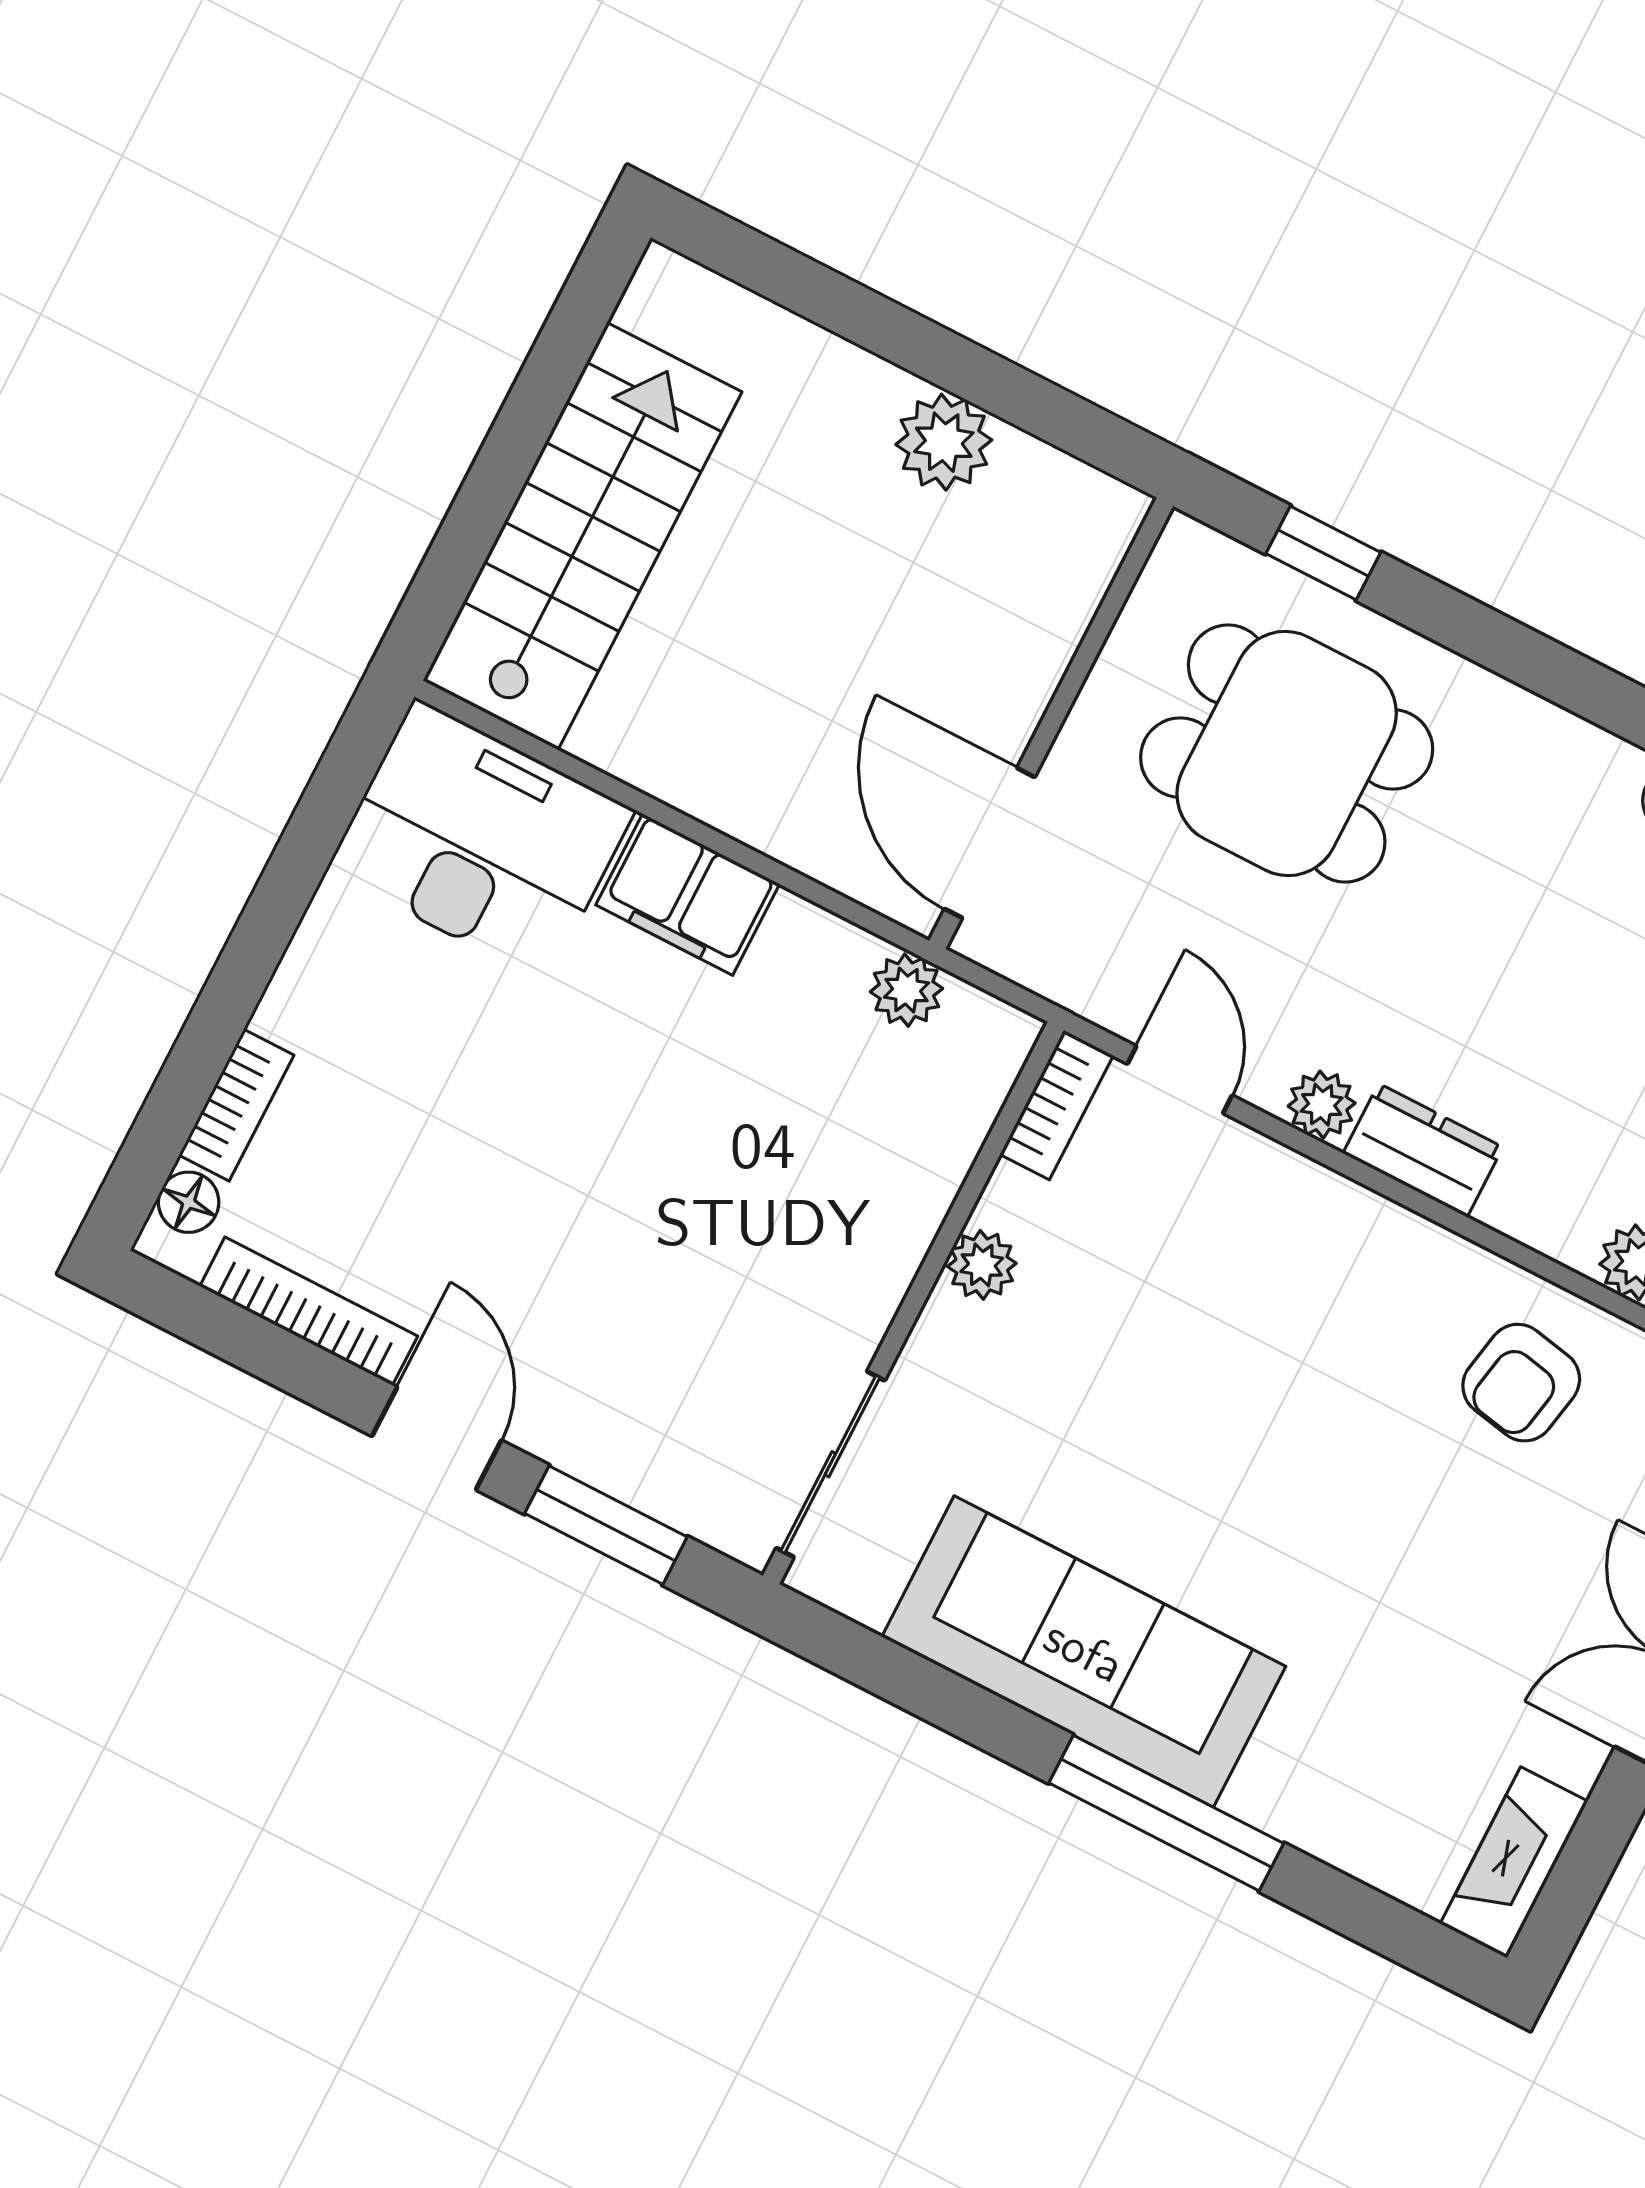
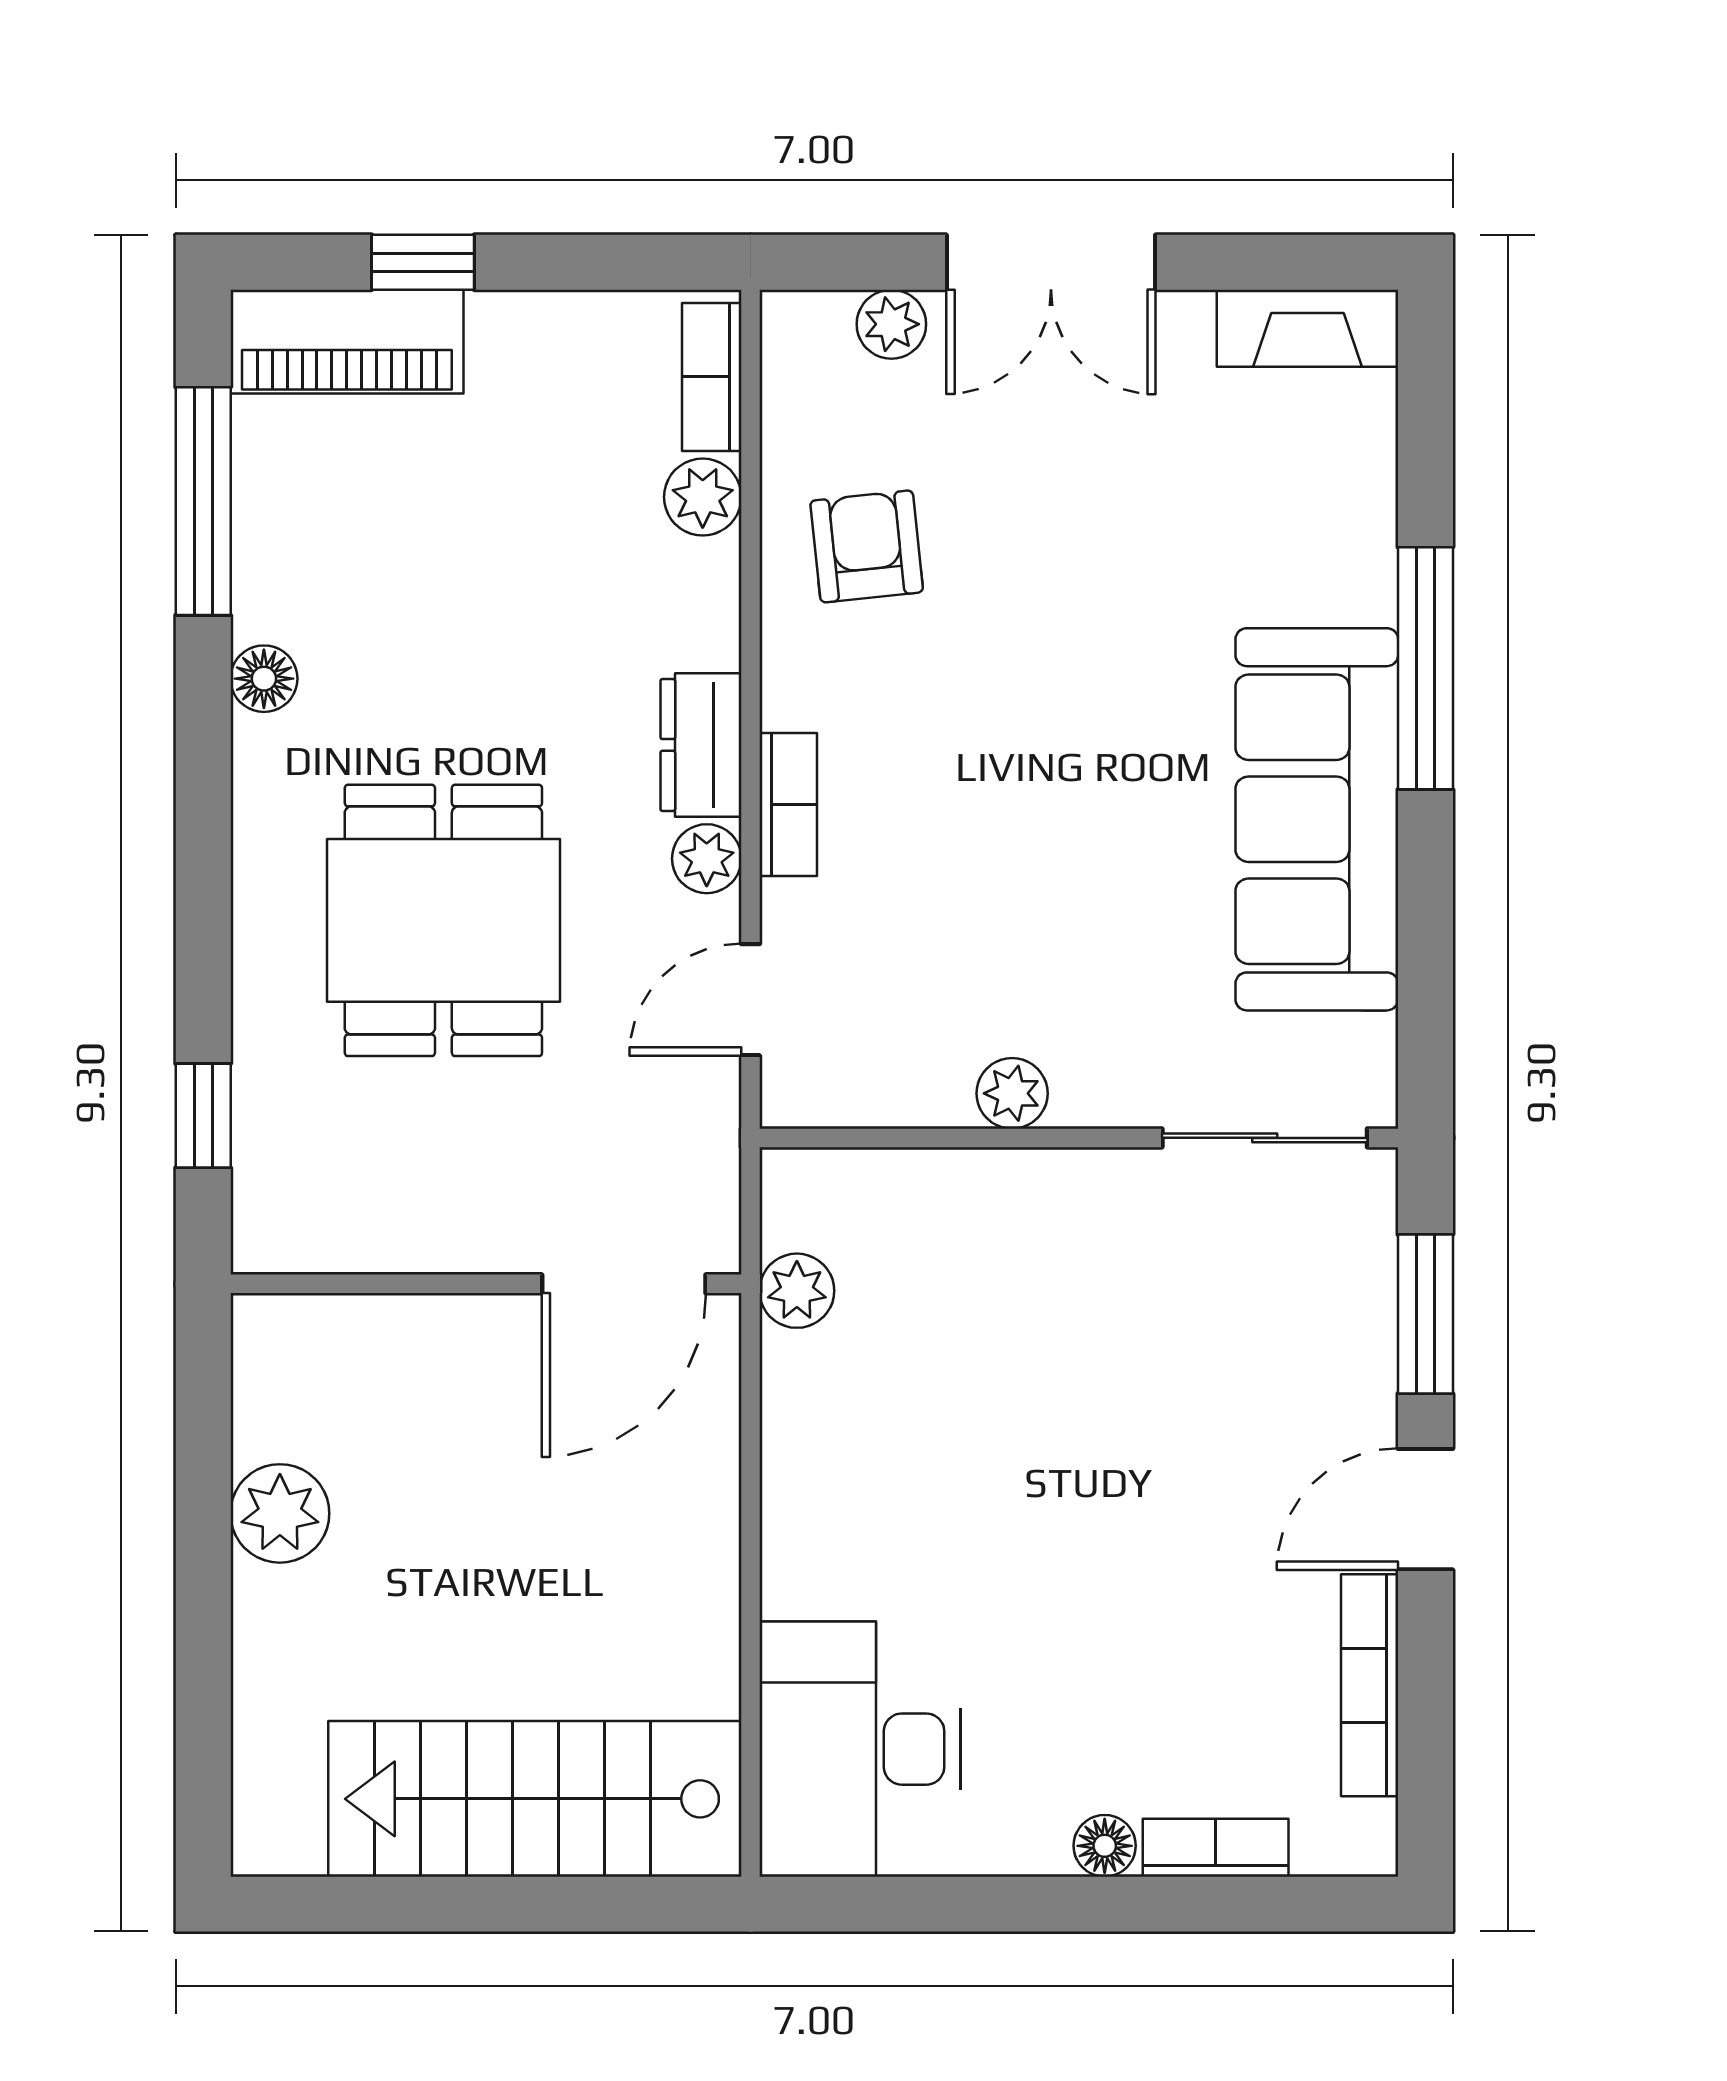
dining table: (1287, 753) -> (443, 920), moved
filing cabinet: (688, 894) -> (812, 1535), removed
bookcase: (1057, 1105) -> (788, 805), moved, turned 90
floor lamp: (189, 1202) -> (1105, 1846), moved
armchair: (1521, 1383) -> (867, 546), turned -107

